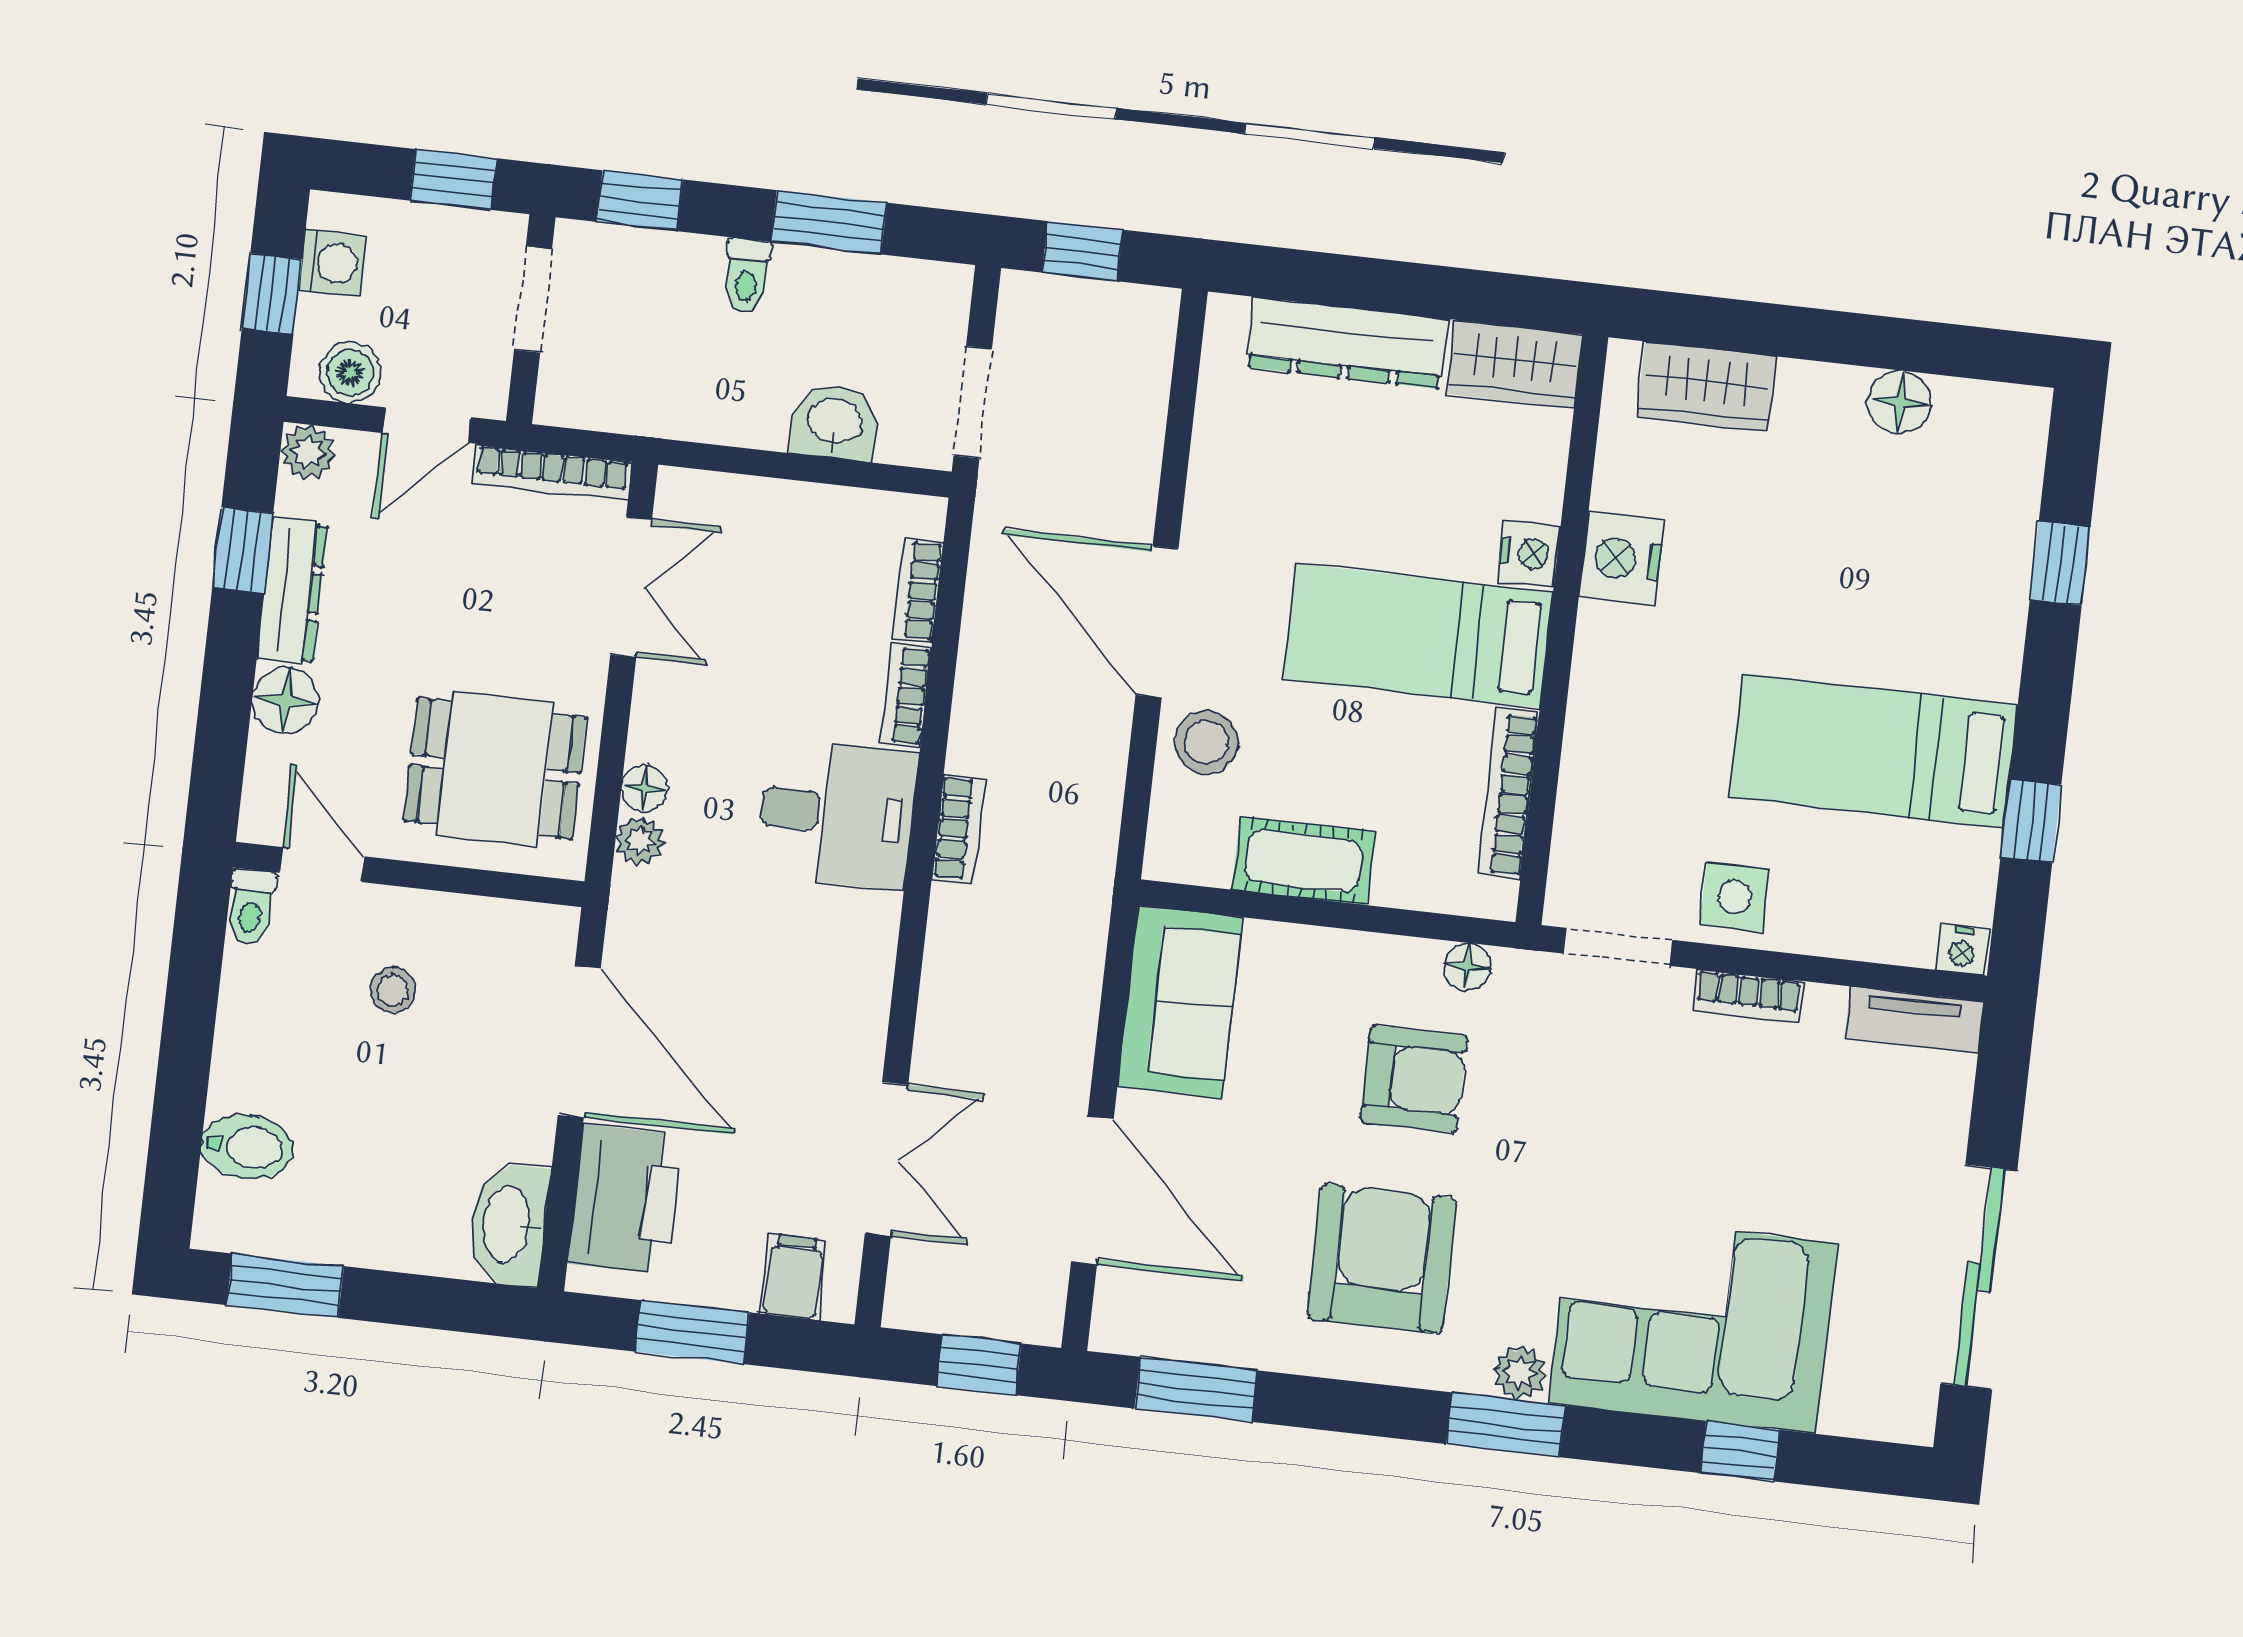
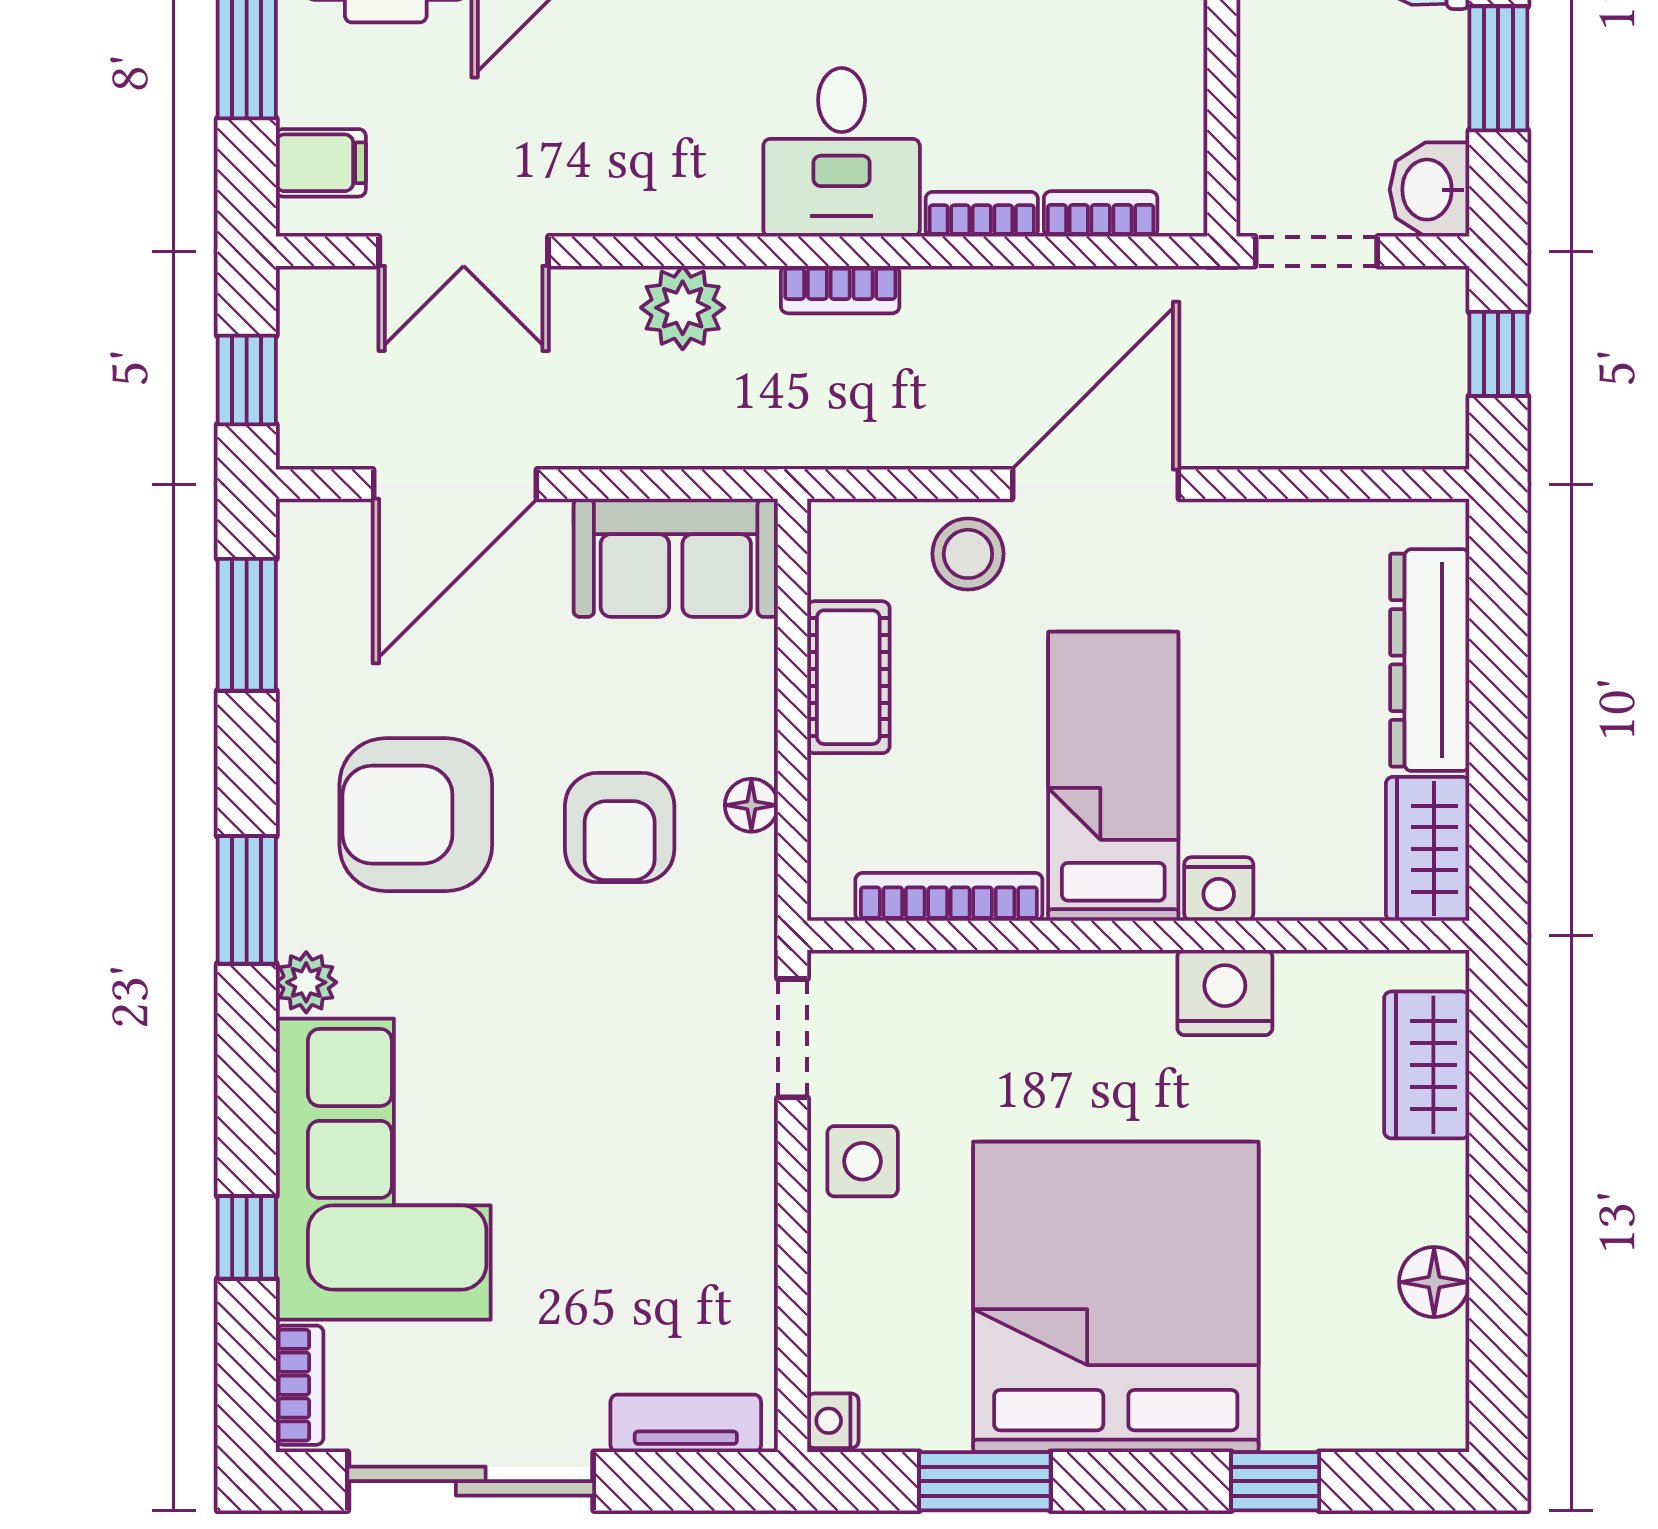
washbasin: (835, 423) -> (1429, 190), moved, turned 180
bed: (1873, 751) -> (1116, 1297), width x2.04
window: (2031, 821) -> (985, 1481), width x1.50
floor lamp: (1467, 967) -> (751, 805), moved
plant: (959, 970) -> (683, 308), added
bookcase: (1748, 996) -> (300, 1385), moved, turned 180
tv unit: (1914, 1020) -> (686, 1423), moved, turned 90
armchair: (1382, 1259) -> (416, 815), turned 180
window: (1506, 1425) -> (247, 900), moved

